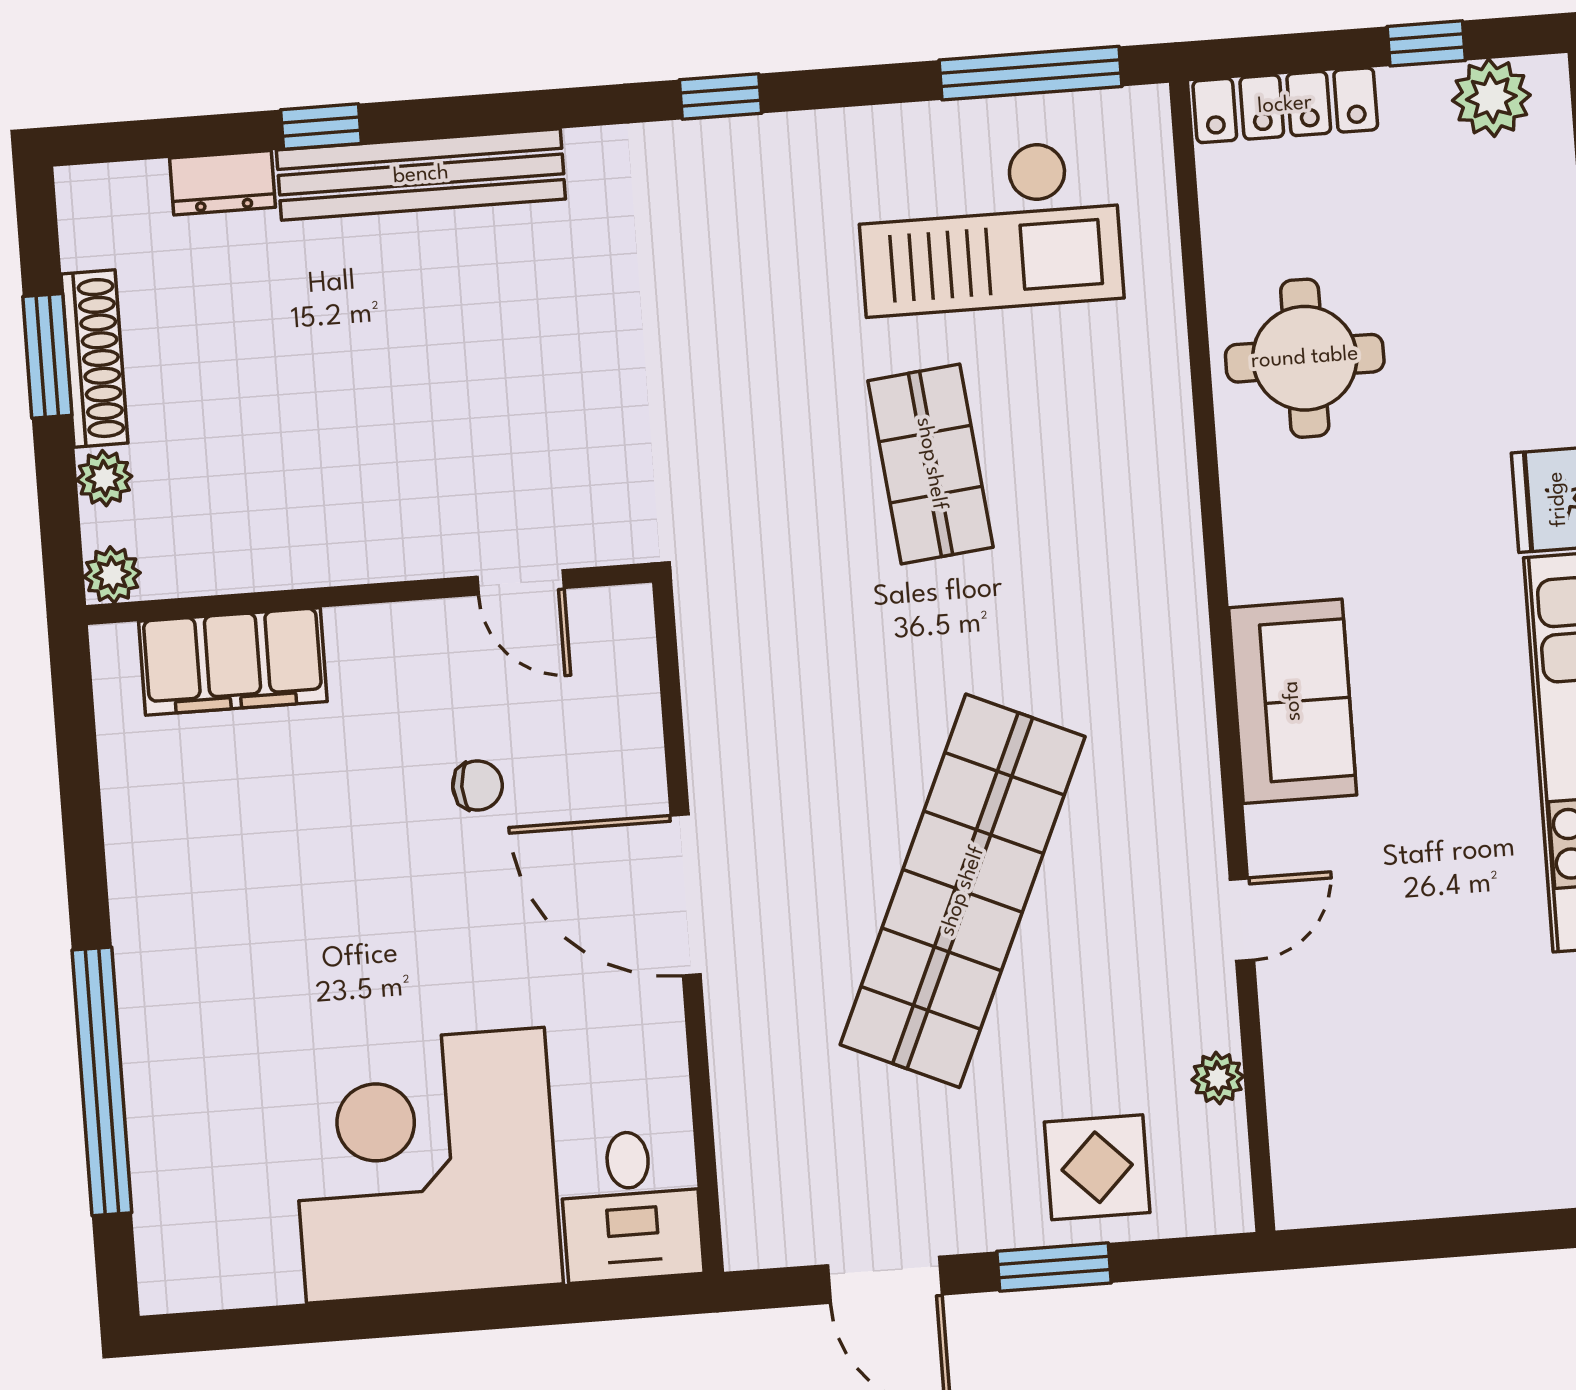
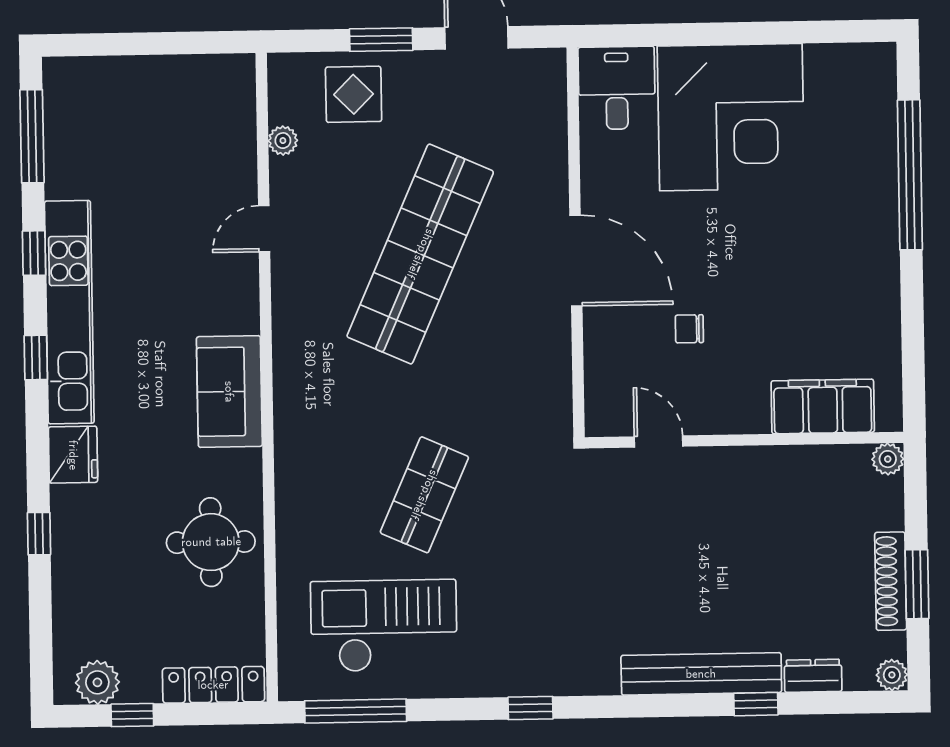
shop shelf: (931, 464) -> (424, 495), turned 30
plant: (104, 478) -> (892, 675), moved
sofa: (1293, 701) -> (229, 392), moved

